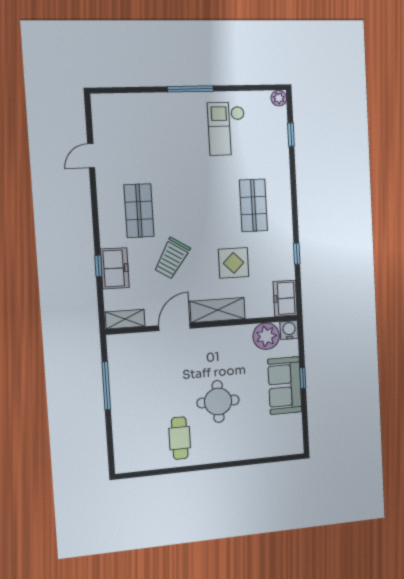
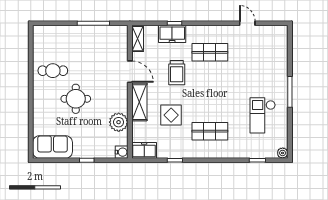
checkout: (227, 129) -> (263, 115), turned -90
trolley: (172, 258) -> (177, 73), turned -122
plant: (266, 336) -> (119, 122), moved
sofa: (285, 386) -> (52, 147), moved

